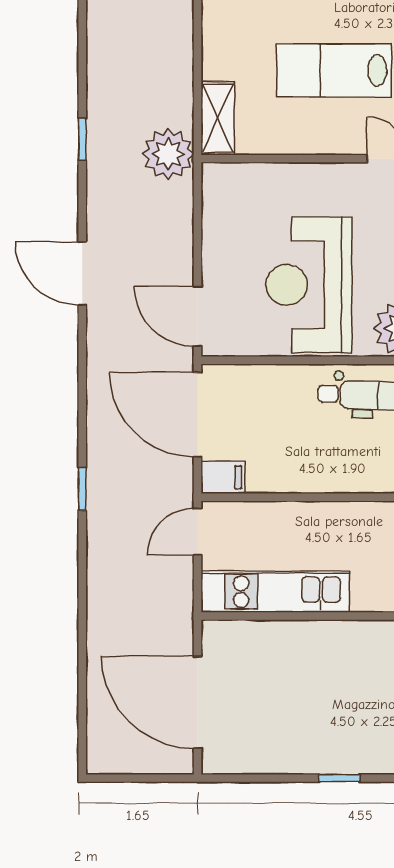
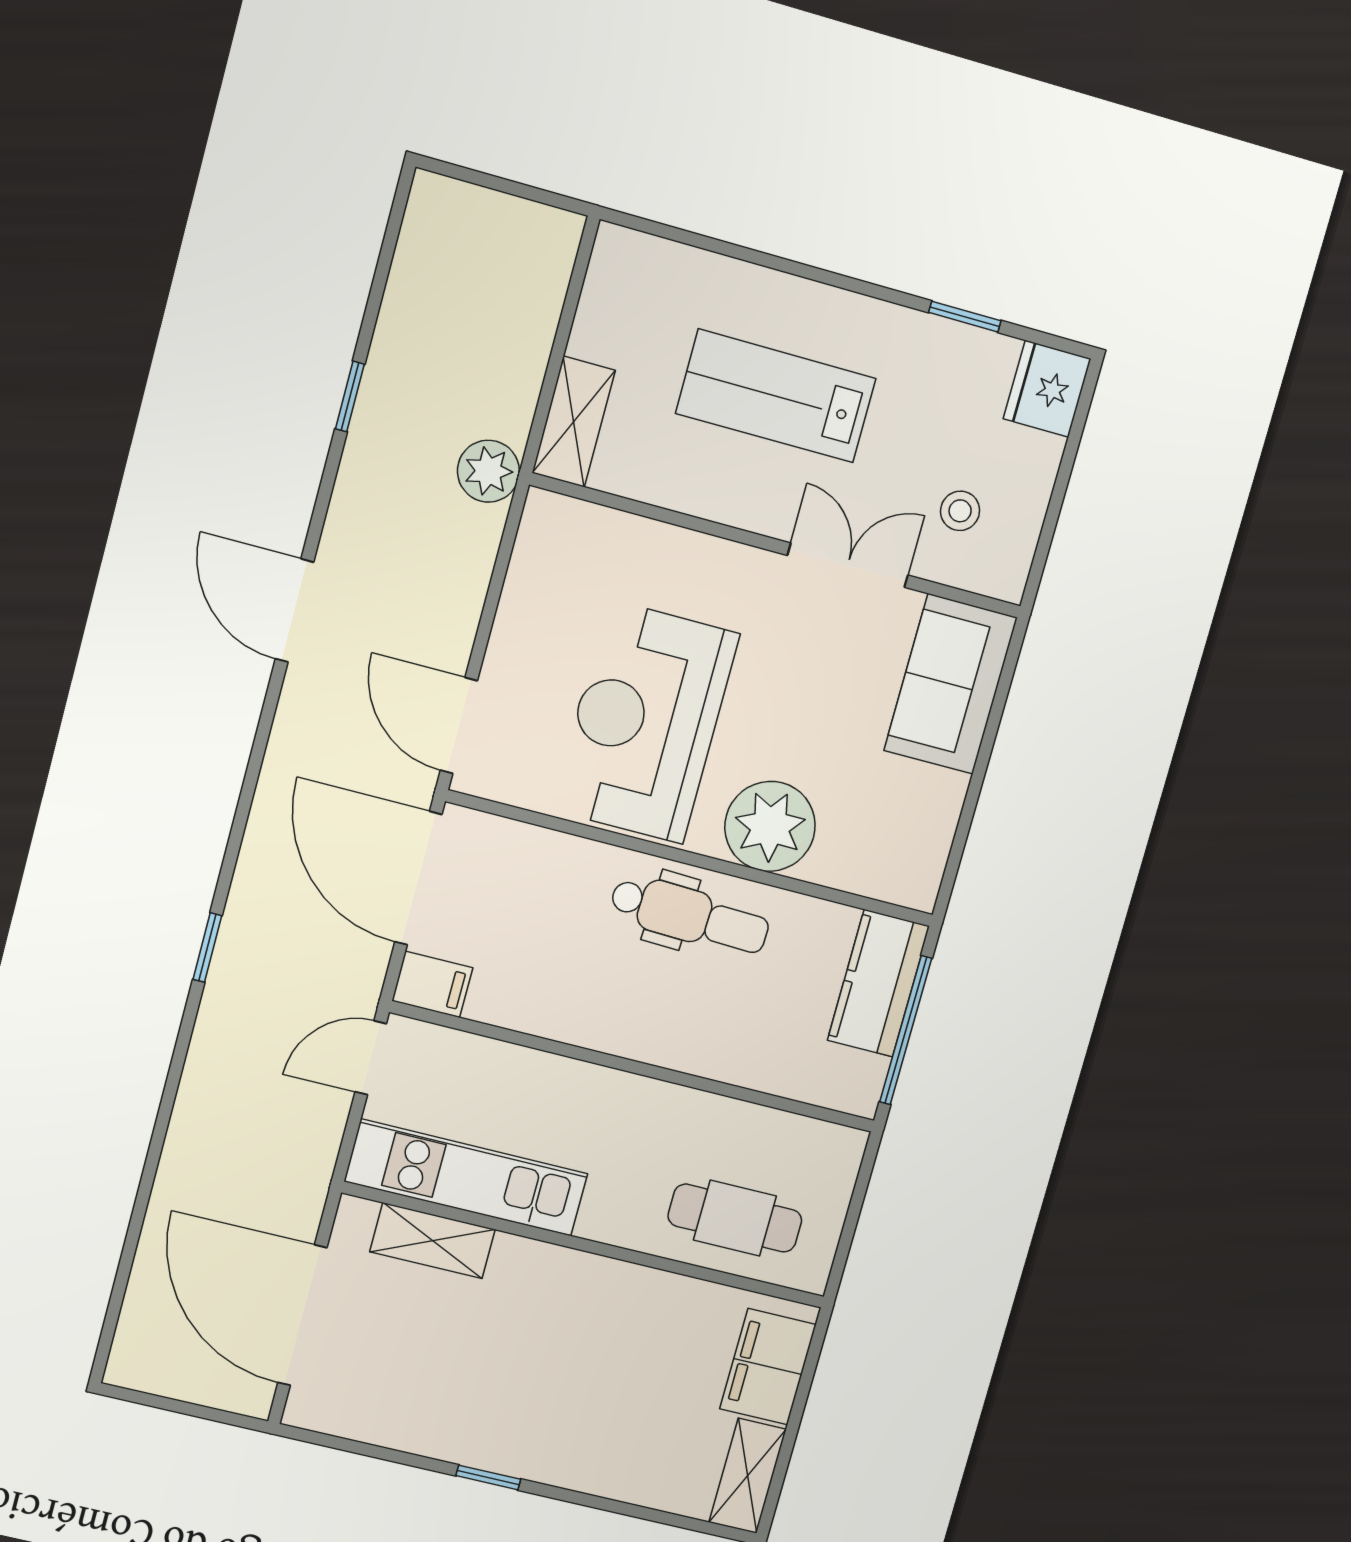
plant: (168, 154) -> (488, 471), width x0.73, depth x0.73
shelving: (265, 636) -> (433, 1241), added

